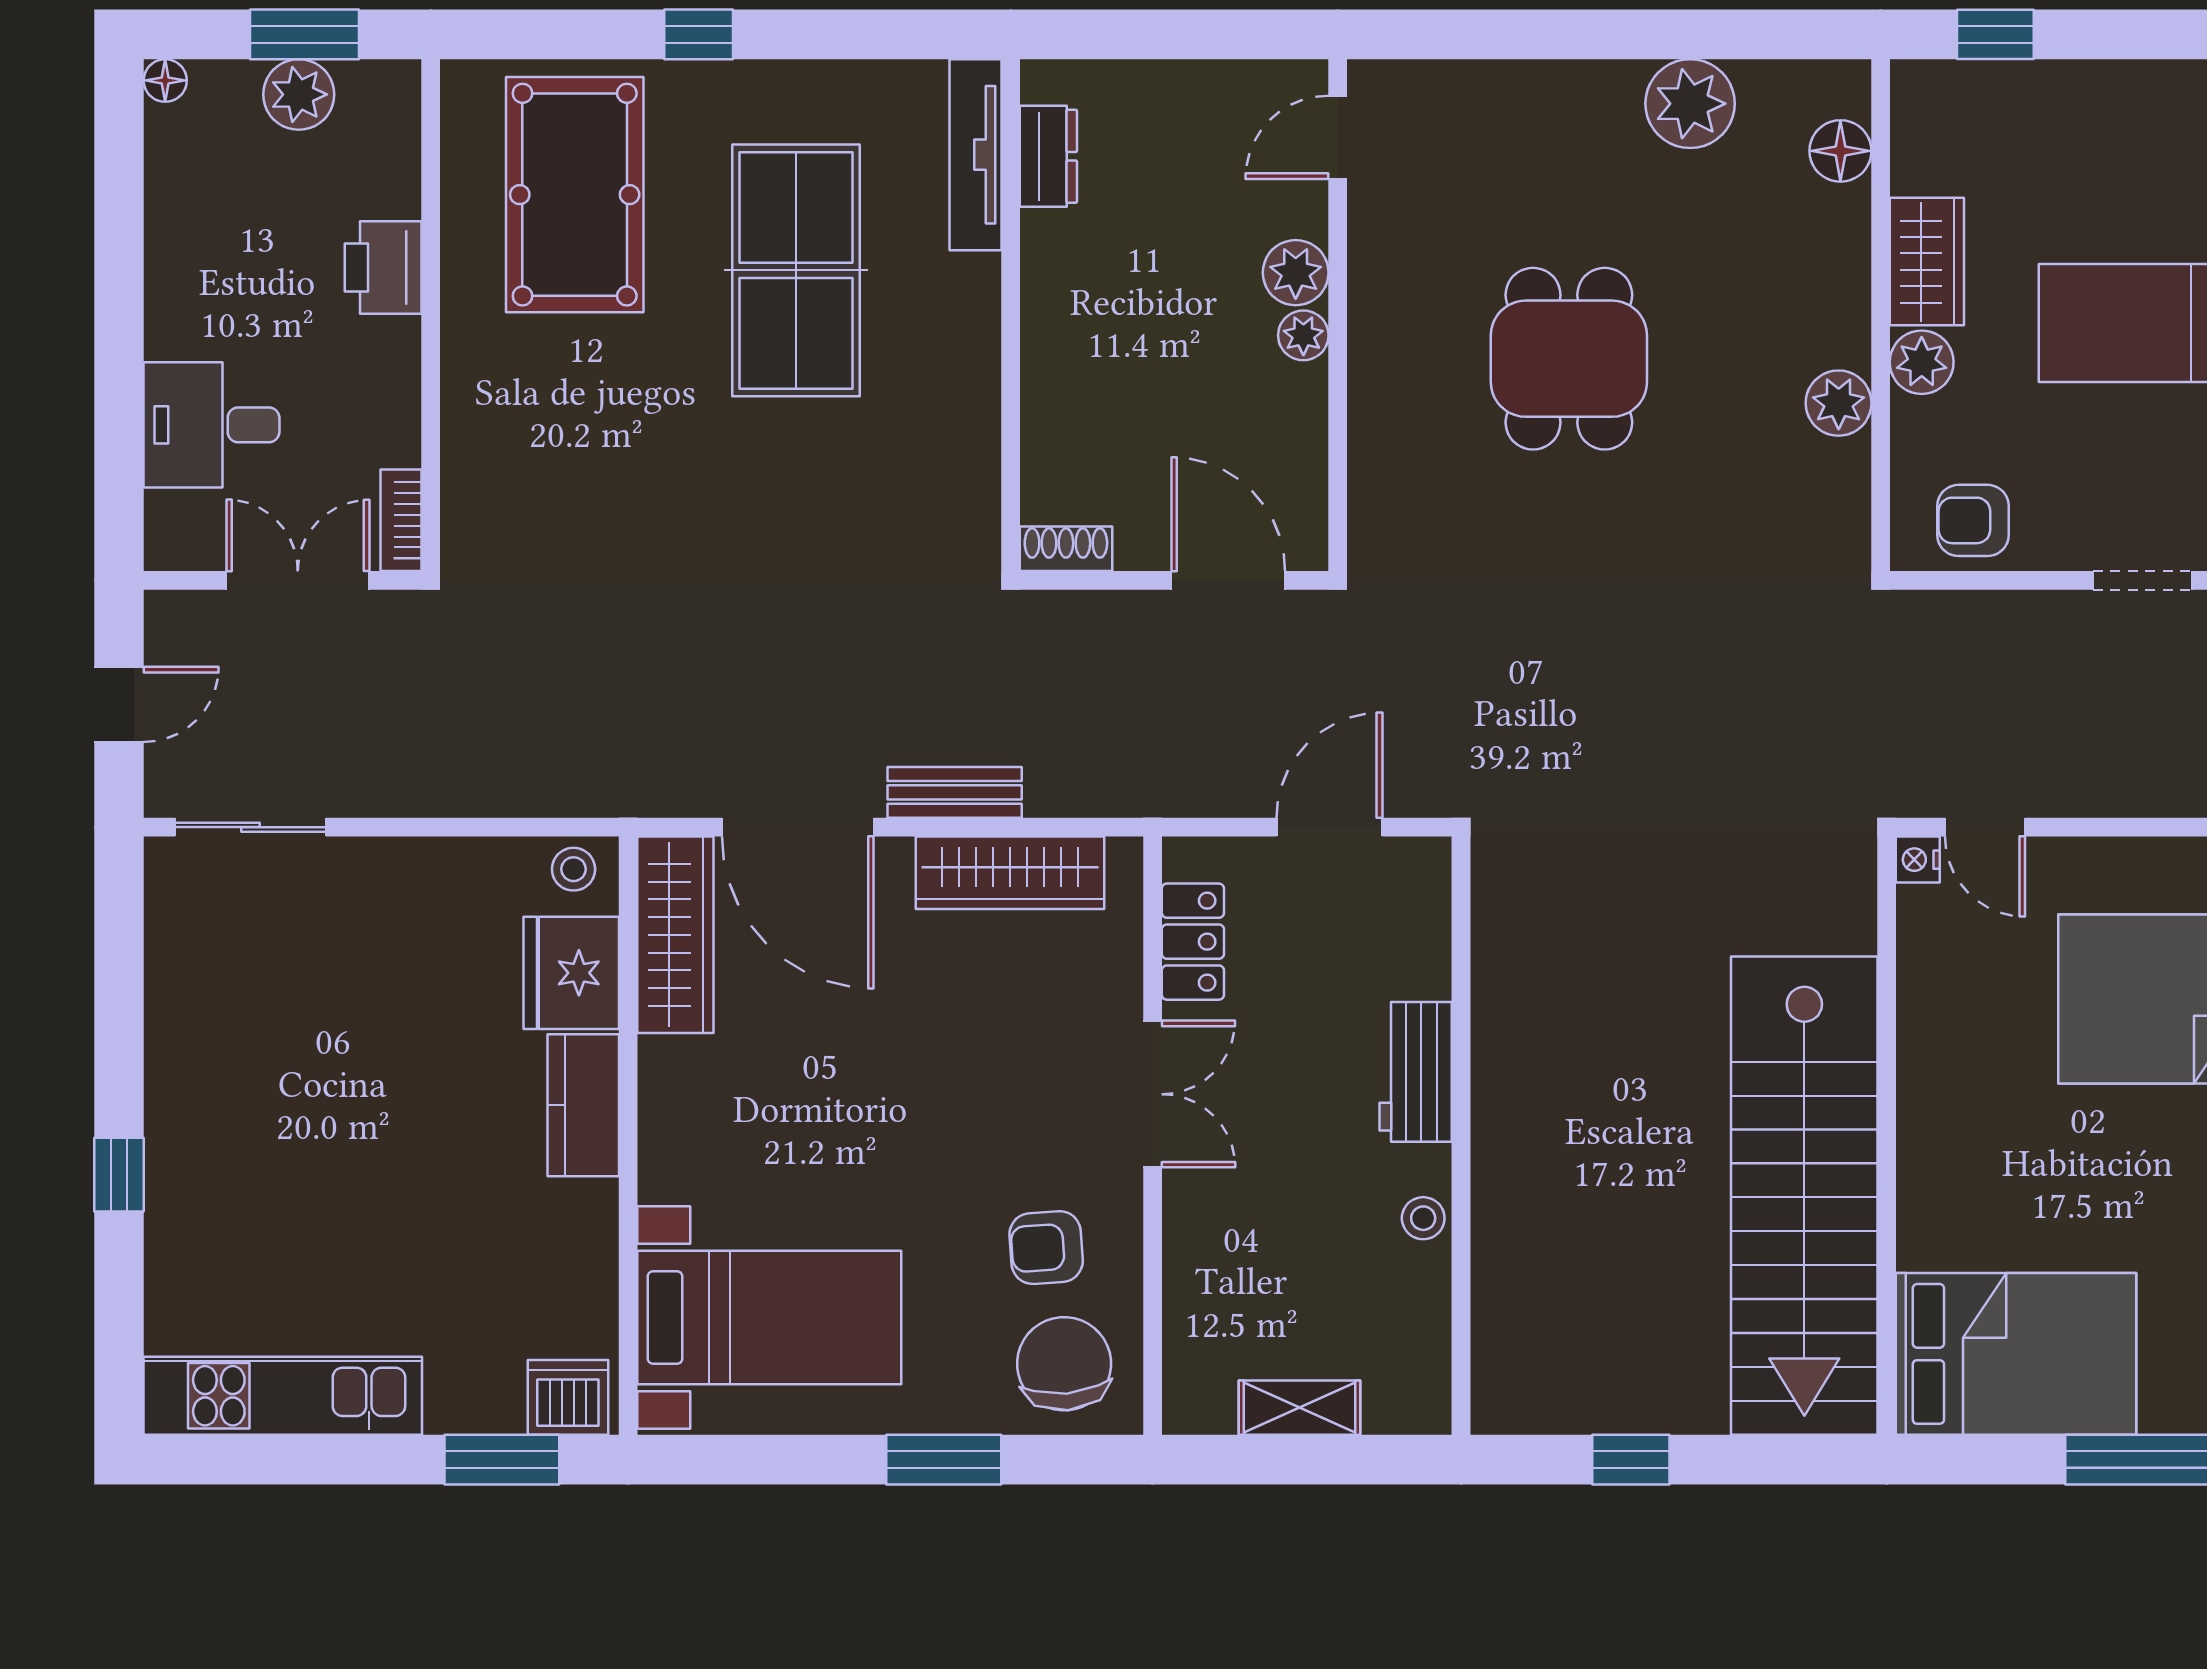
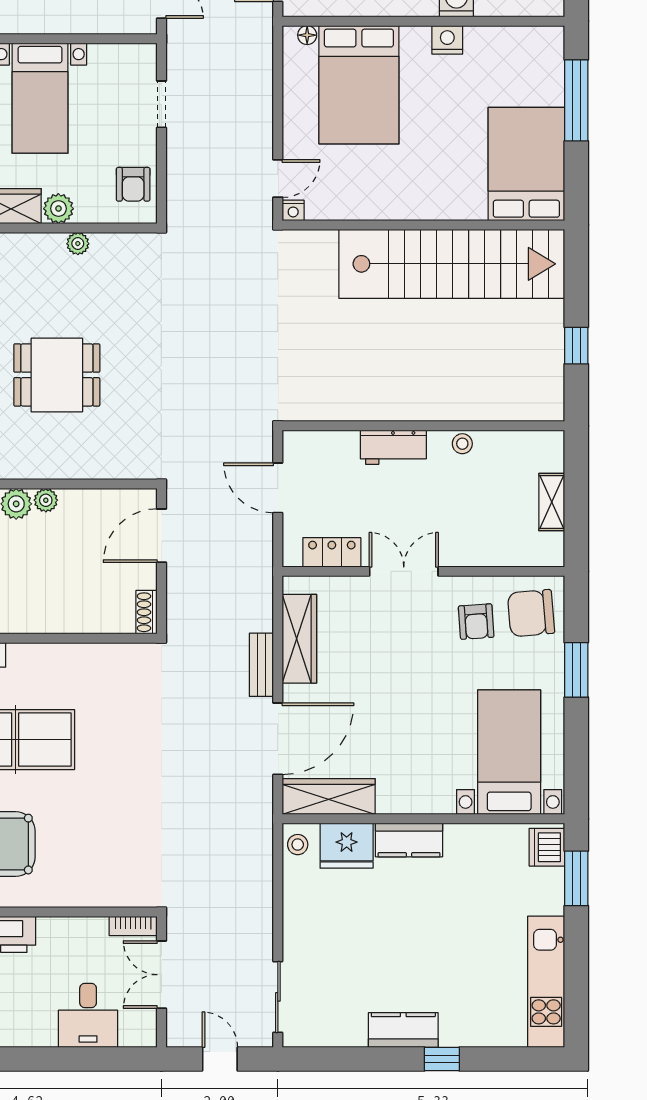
plant: (1839, 403) -> (78, 244), width x0.73, depth x0.73
kitchen counter: (181, 1093) -> (403, 1030), added

